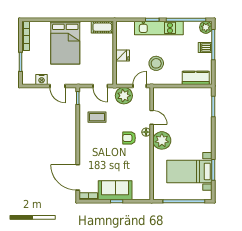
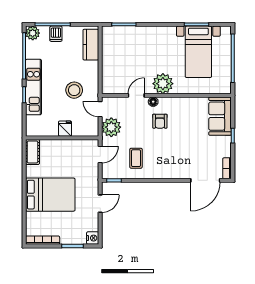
nightstand: (42, 79) -> (93, 238), moved
sofa: (115, 190) -> (220, 116), moved

